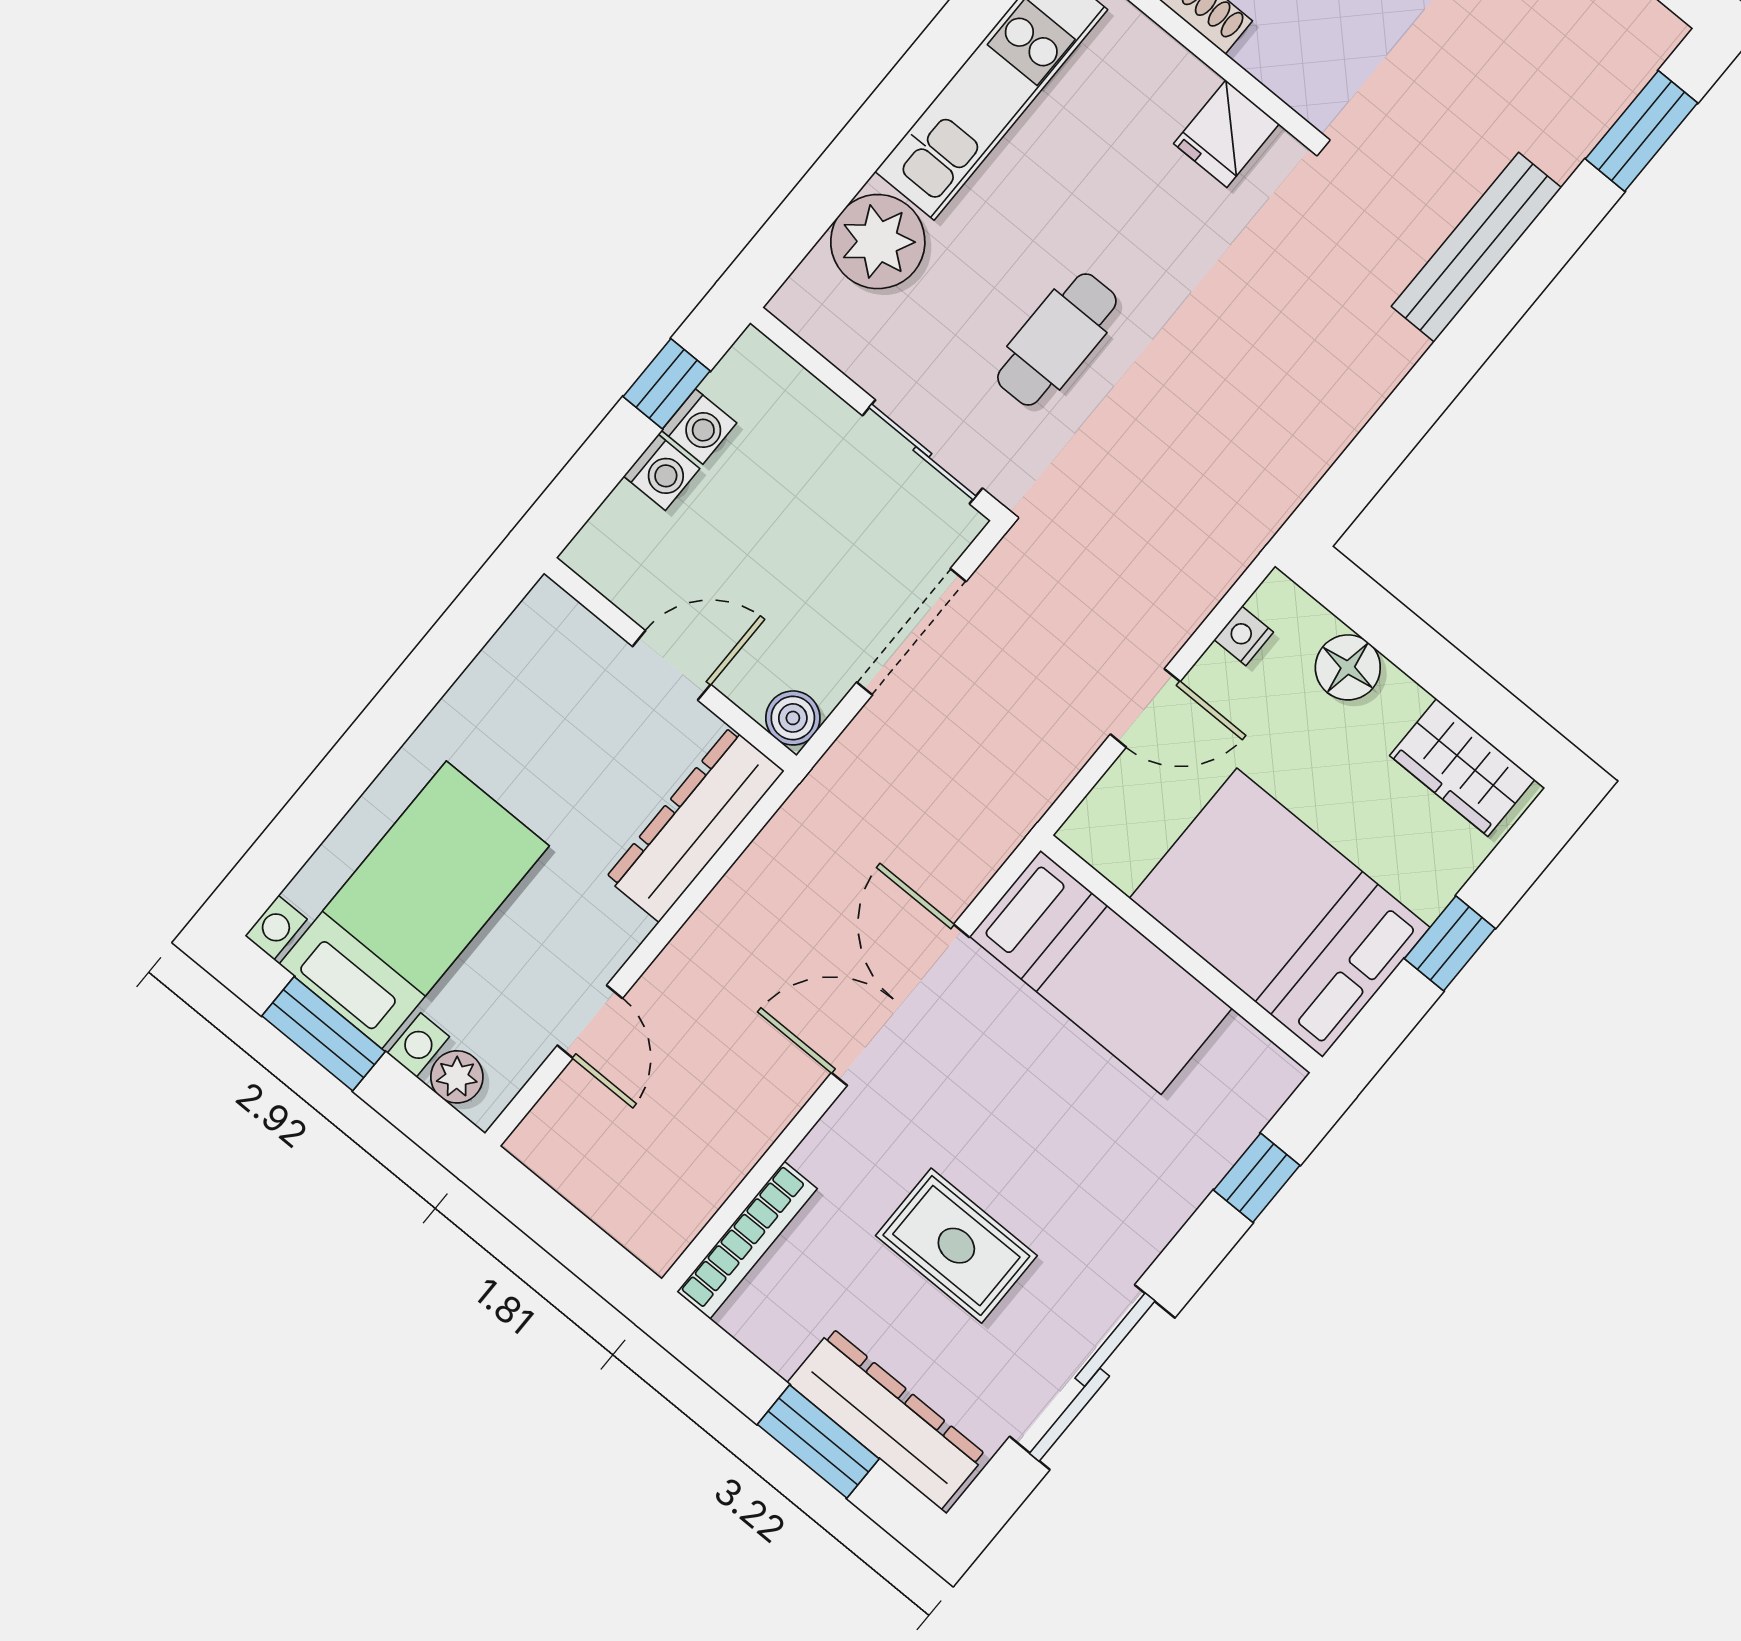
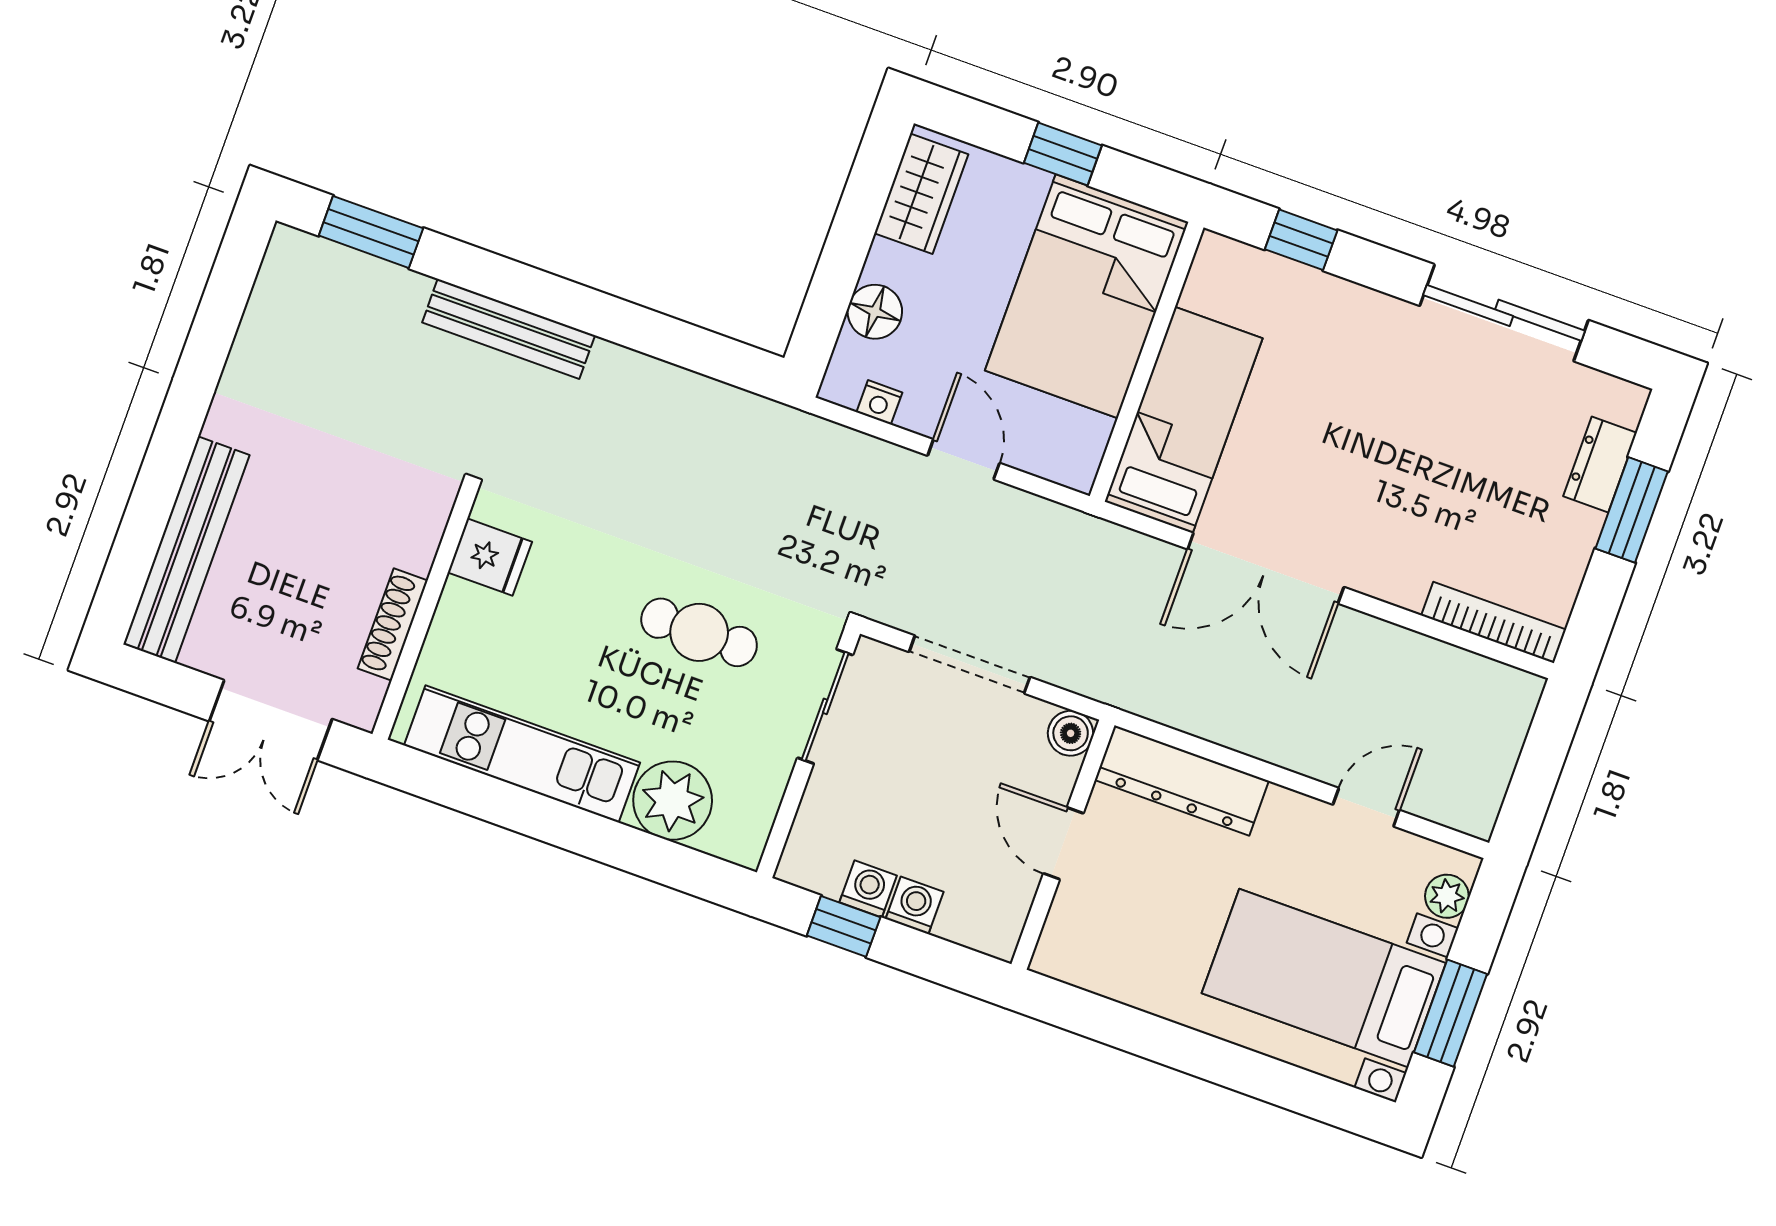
rug: (956, 1246) -> (1439, 457), removed
dresser: (887, 1419) -> (1600, 464), width x0.51, depth x0.80

